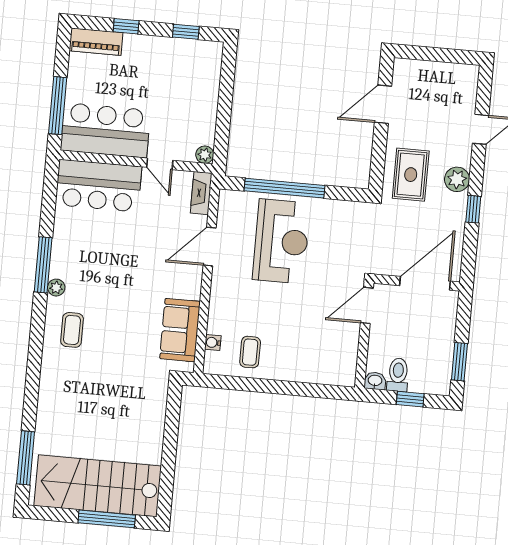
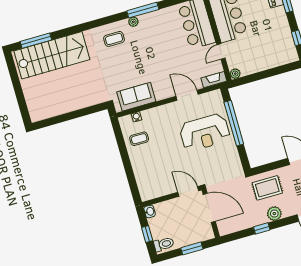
door: (425, 283) -> (209, 208), moved
window: (459, 362) -> (192, 248), moved
toilet: (398, 375) -> (164, 244), moved
stairs: (98, 486) -> (52, 55), moved, turned 90
window: (107, 519) -> (20, 97), removed

